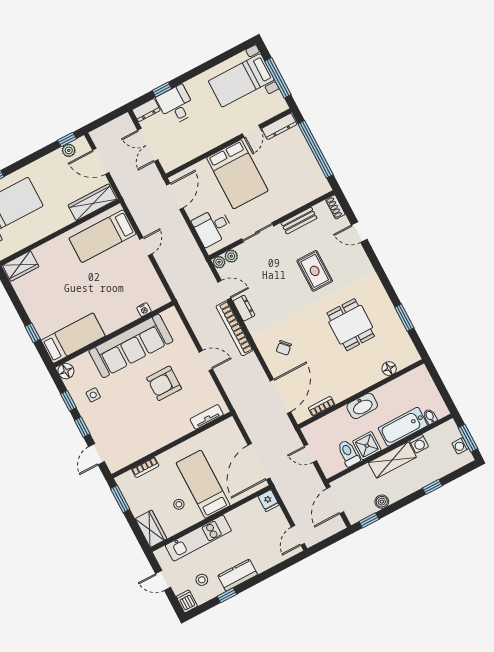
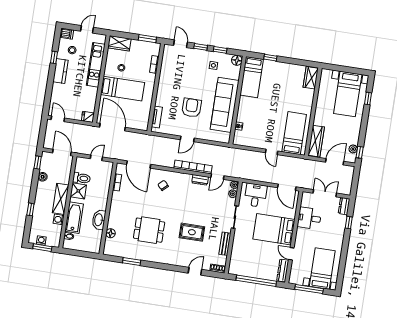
desk: (176, 105) -> (309, 218), moved, turned 180
washbasin: (362, 406) -> (99, 220), moved

